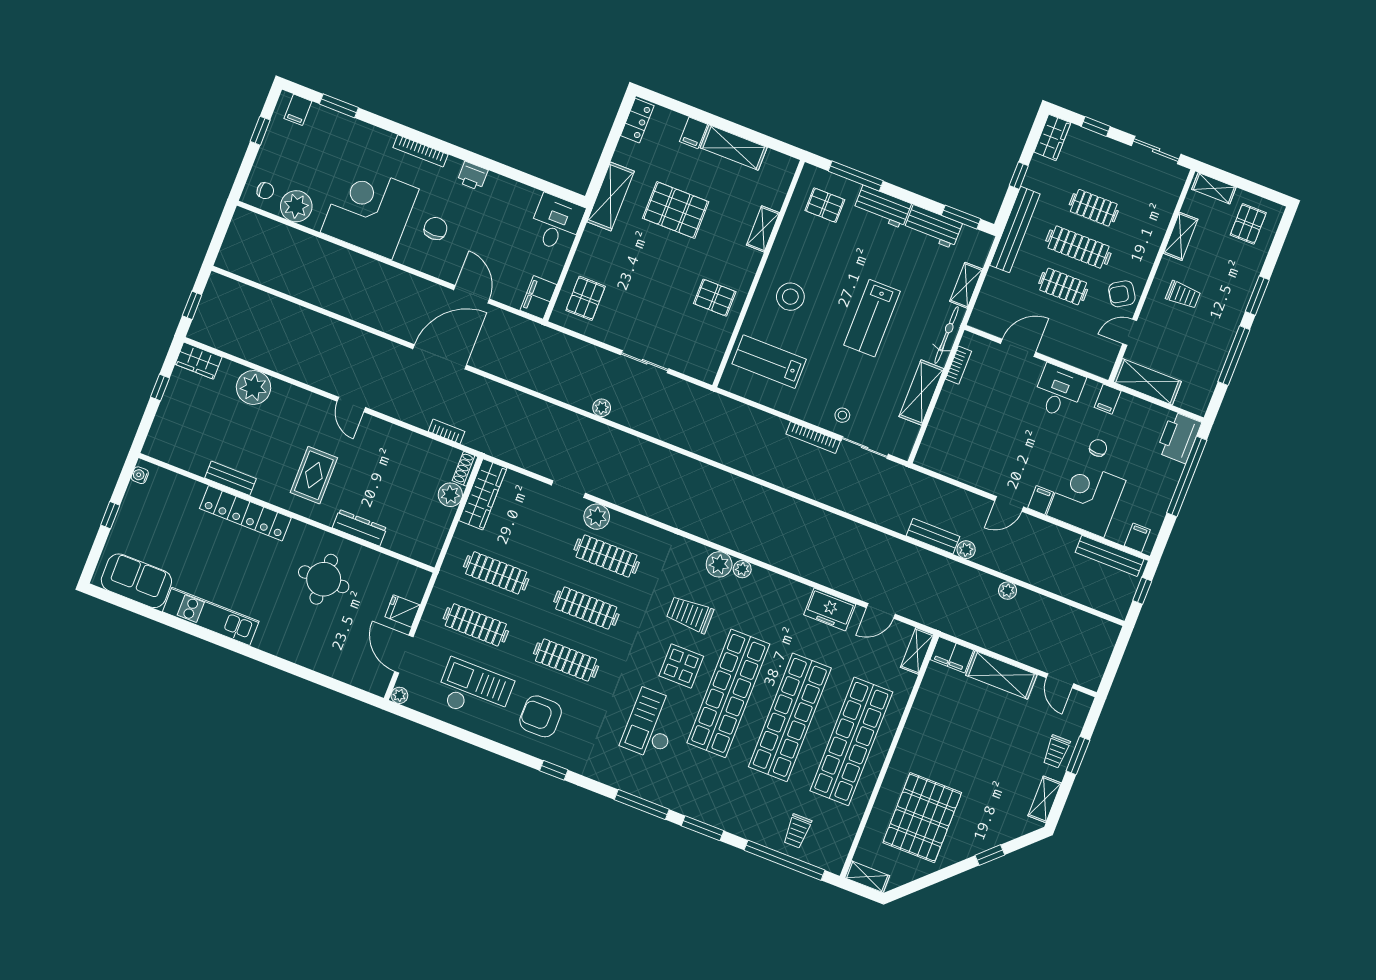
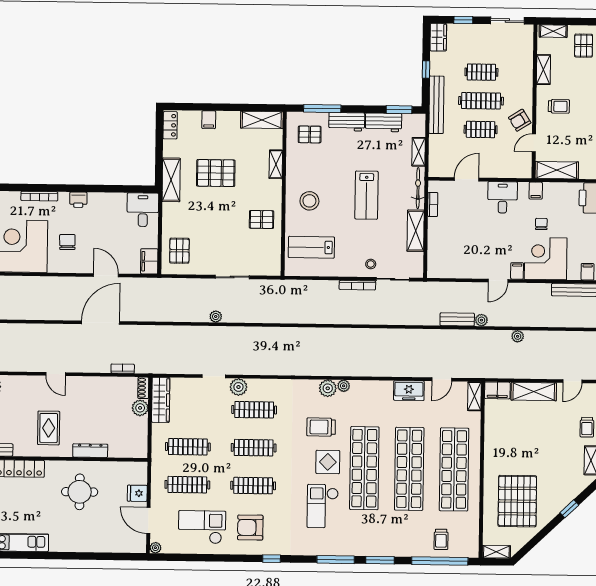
shelving: (734, 148) -> (262, 120), moved
door: (1060, 681) -> (572, 381), hinge flipped

